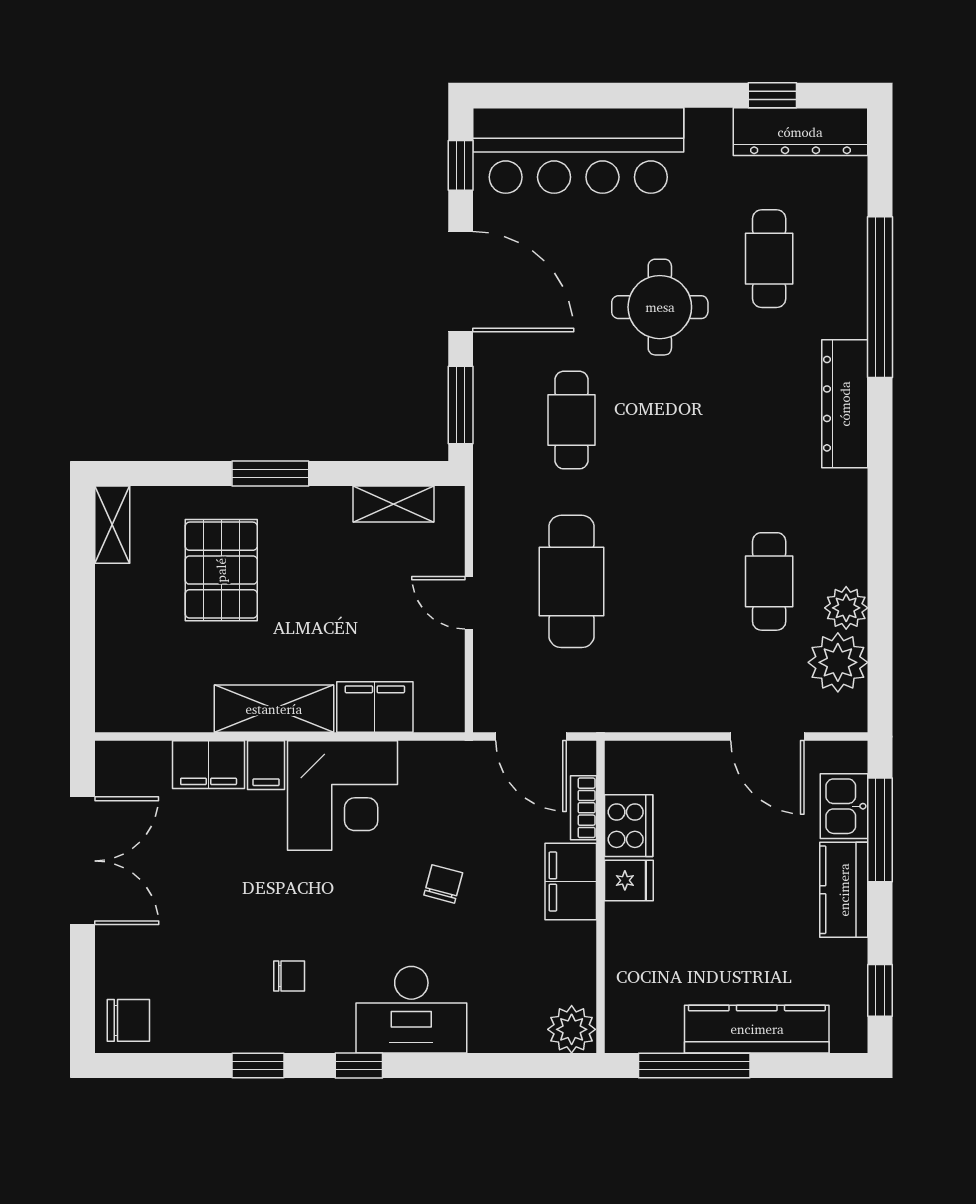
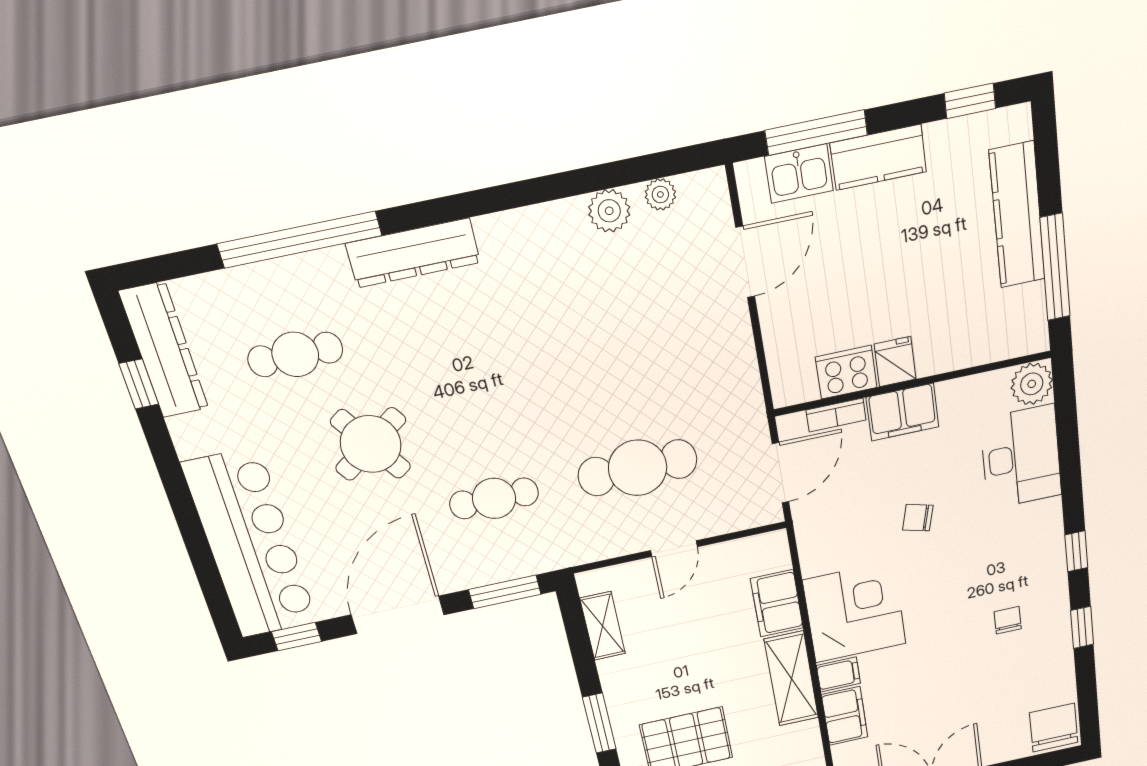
round table: (660, 307) -> (371, 444), turned -35
cafe table: (769, 581) -> (600, 291), removed
plant: (838, 662) -> (660, 194), width x0.53, depth x0.53
desk: (411, 1010) -> (1021, 457), moved
chair: (128, 1020) -> (1054, 728), width x1.37, depth x1.37

